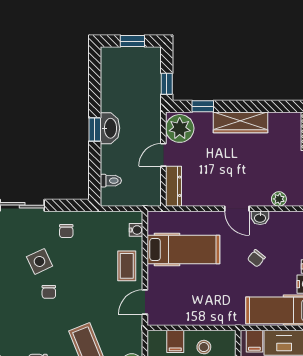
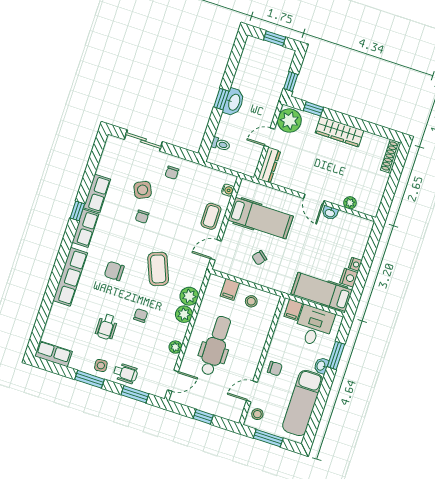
chair: (256, 258) -> (259, 258), moved

